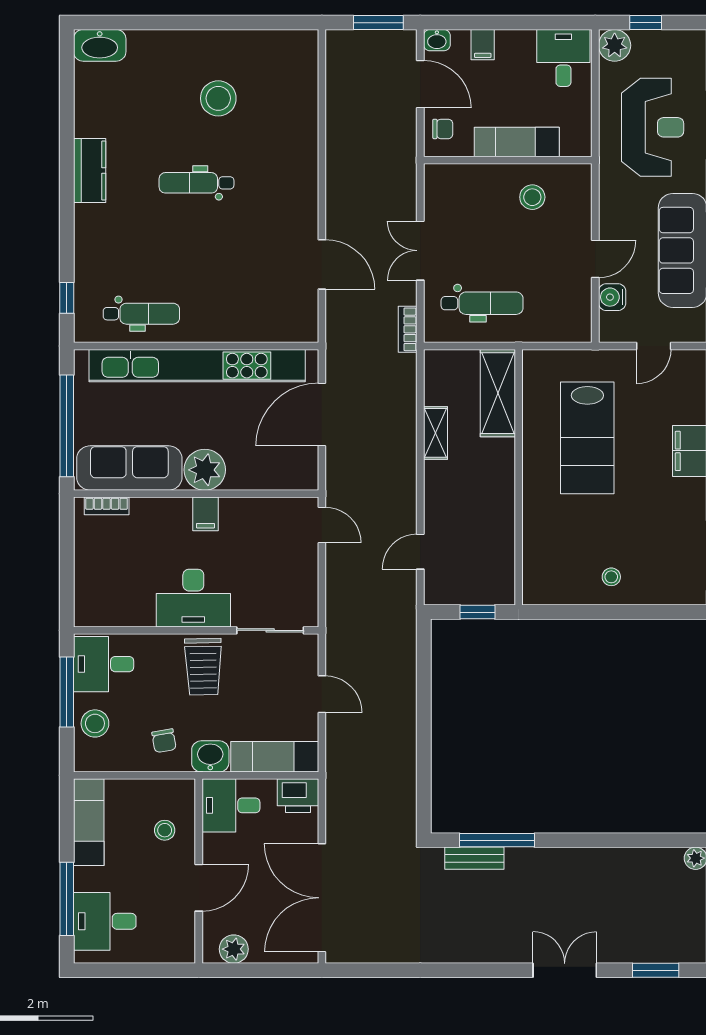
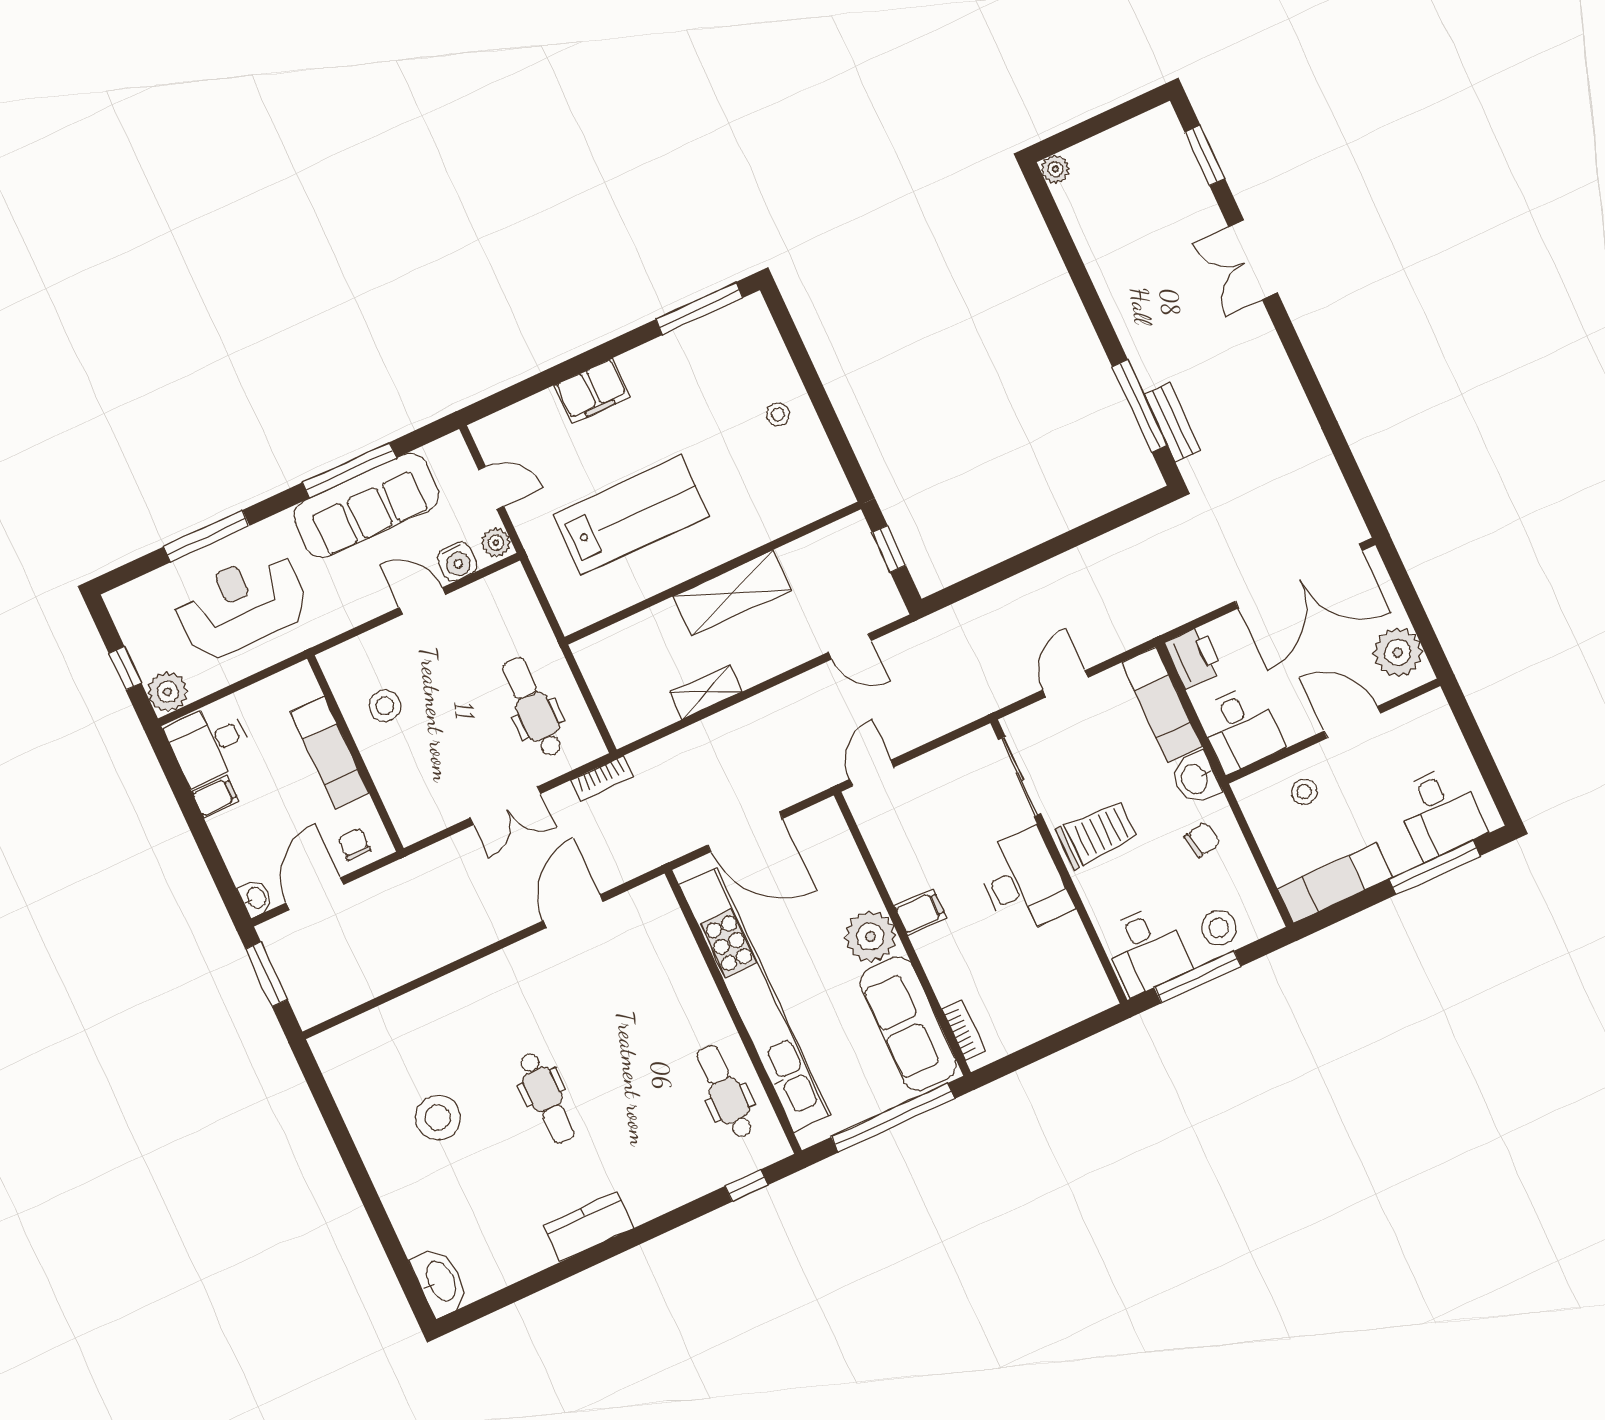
filing cabinet: (483, 45) -> (215, 797), moved
plant: (613, 331) -> (496, 543), added
shelving: (498, 393) -> (732, 593), moved
plant: (234, 949) -> (1398, 652), width x1.36, depth x1.36

